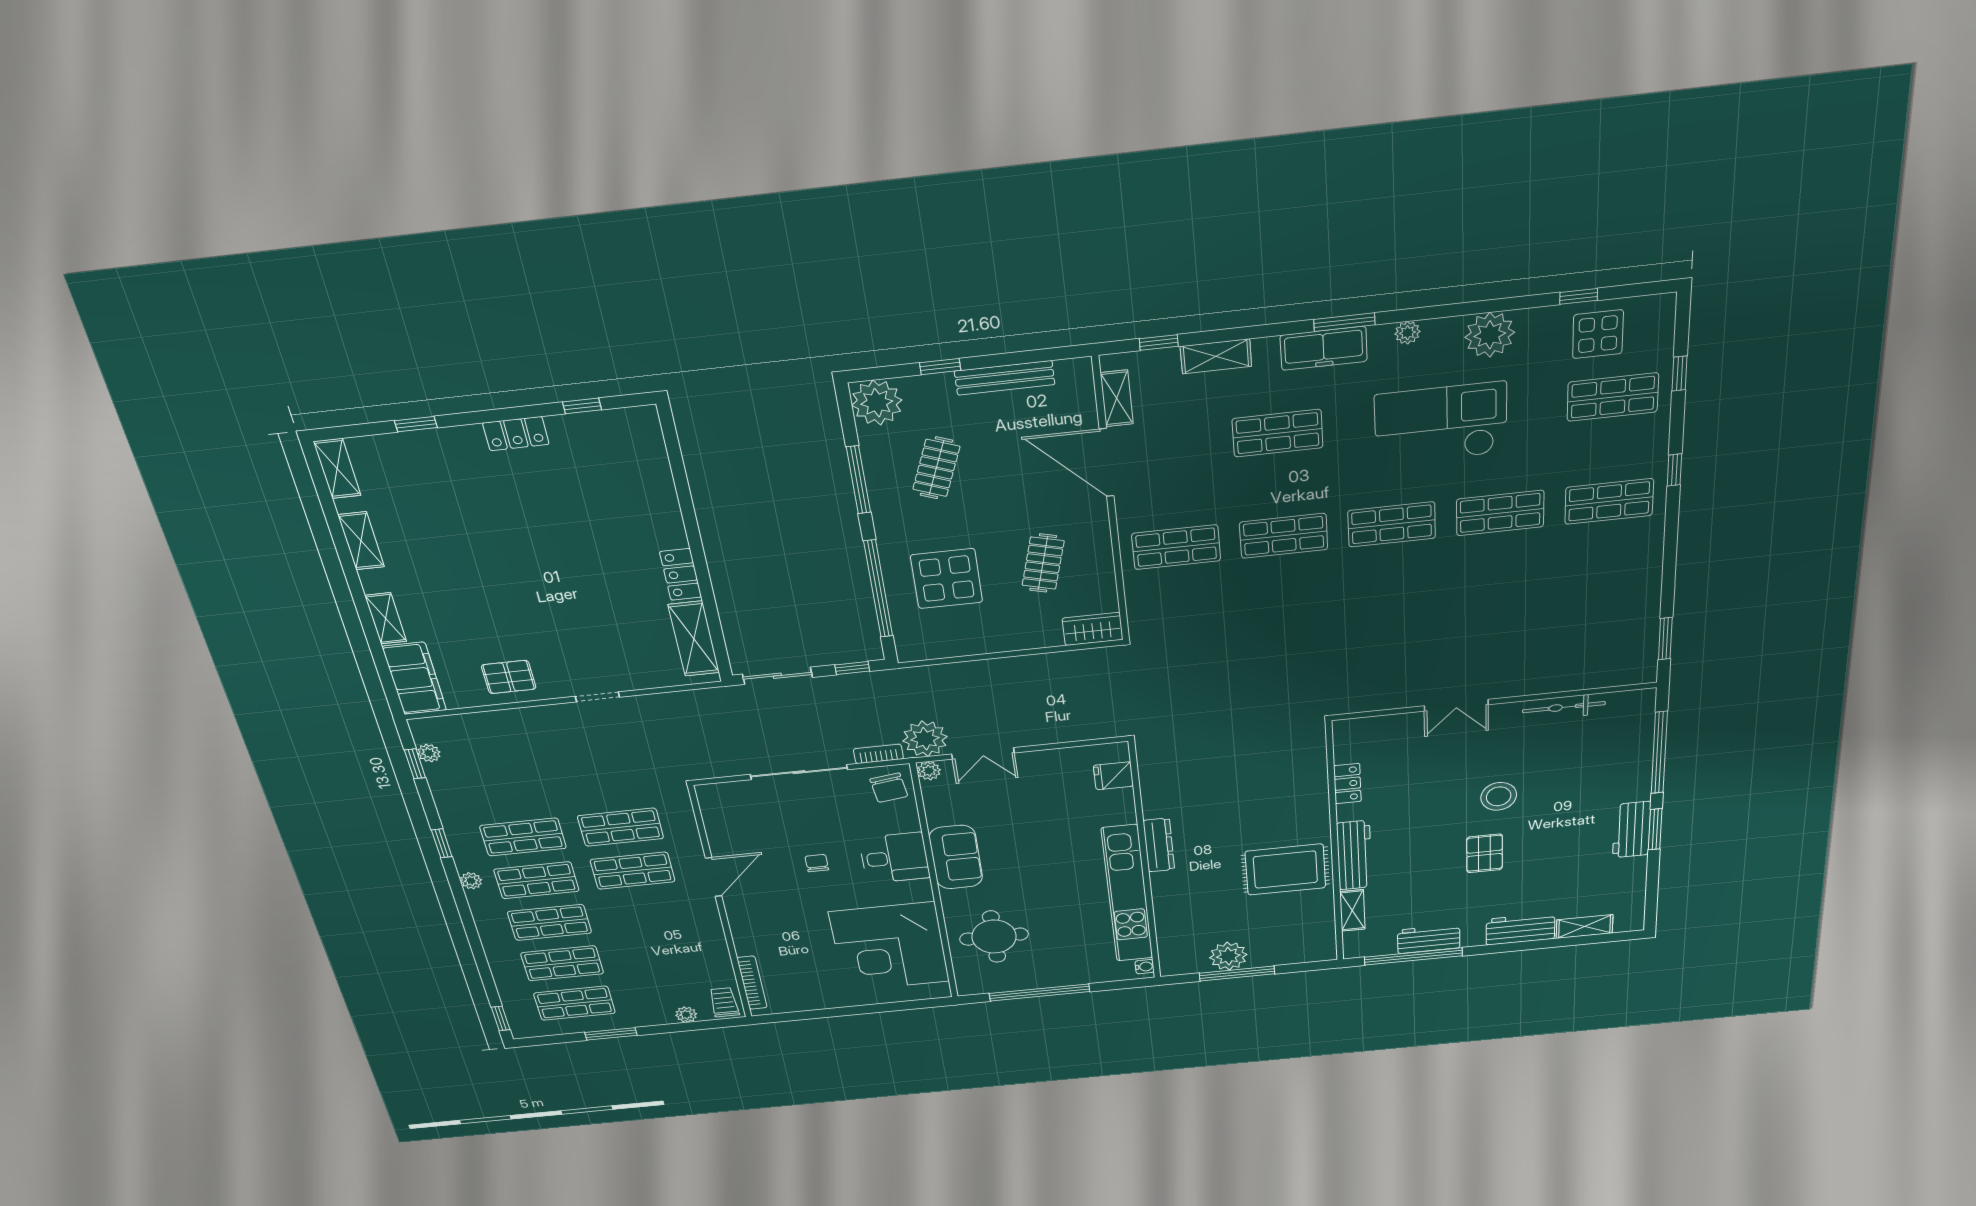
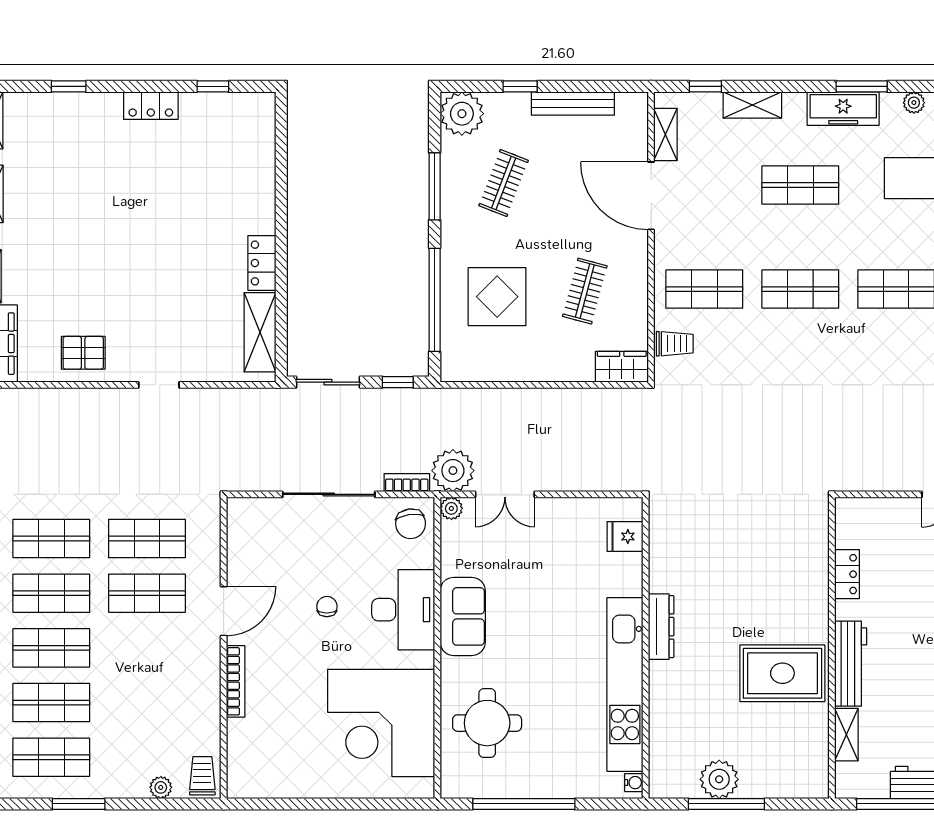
trolley: (1148, 602) -> (675, 344), added
desk: (894, 858) -> (403, 610), width x1.37
bookcase: (752, 983) -> (236, 681), moved

